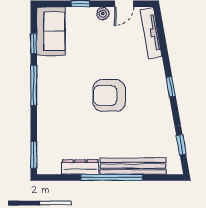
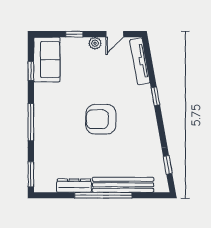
window: (34, 85) -> (31, 122), moved
window: (171, 87) -> (155, 96), moved

